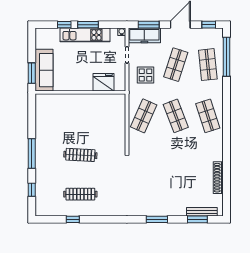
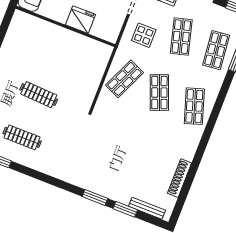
shop shelf: (176, 65) -> (181, 37), turned -33
fridge: (103, 82) -> (81, 20), moved
window: (197, 219) -> (125, 209), moved

